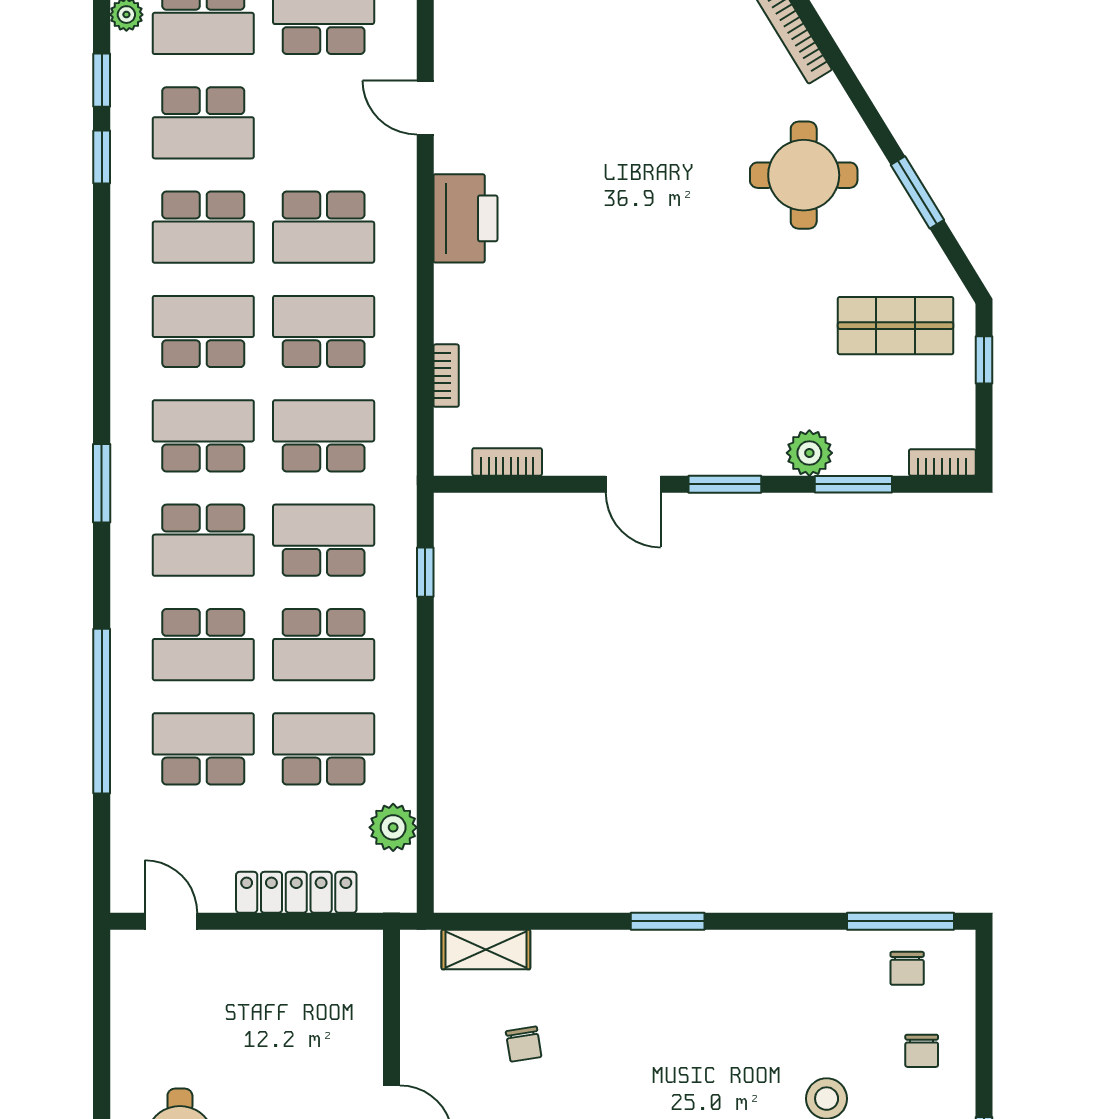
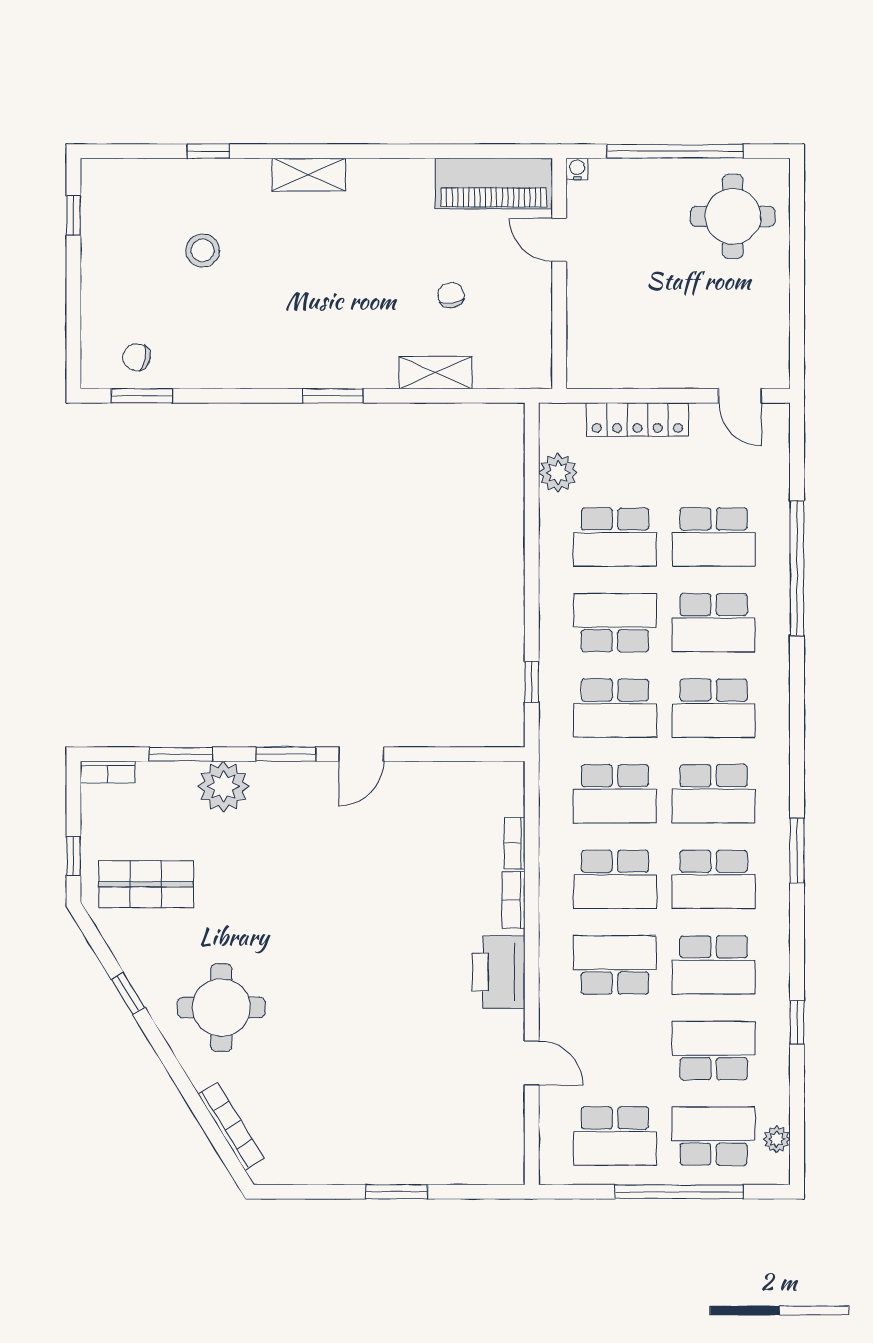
window: (102, 80) -> (797, 1085), removed
window: (917, 192) -> (128, 993), width x0.67
school desk: (203, 227) -> (714, 965), turned 180
plant: (809, 453) -> (223, 787), width x1.36, depth x1.36
bookcase: (507, 462) -> (513, 900), moved, turned 90
window: (102, 483) -> (797, 851), moved
door: (633, 484) -> (361, 754), swing flipped
school desk: (203, 540) -> (714, 708), turned 180
school desk: (203, 645) -> (714, 623), turned 180
window: (901, 921) -> (142, 396), width x0.69
shelving: (486, 949) -> (435, 373), moved
chair: (907, 968) -> (137, 357), turned -79
chair: (922, 1051) -> (125, 290), removed

